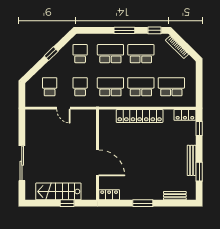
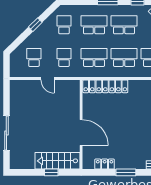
locker: (140, 116) -> (105, 86), moved
stairs: (58, 191) -> (58, 161), moved
locker: (109, 195) -> (105, 164), moved

